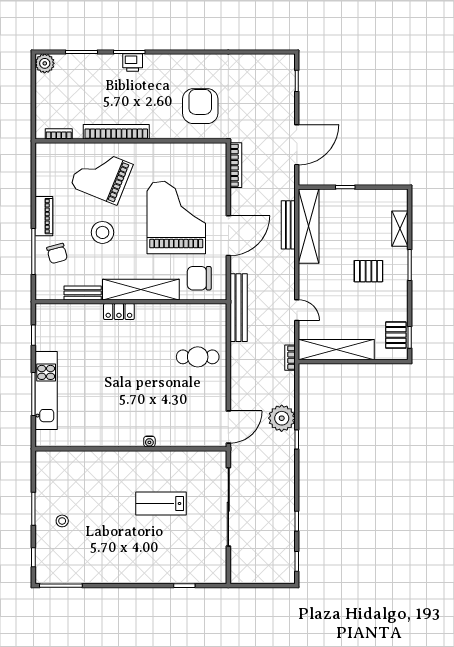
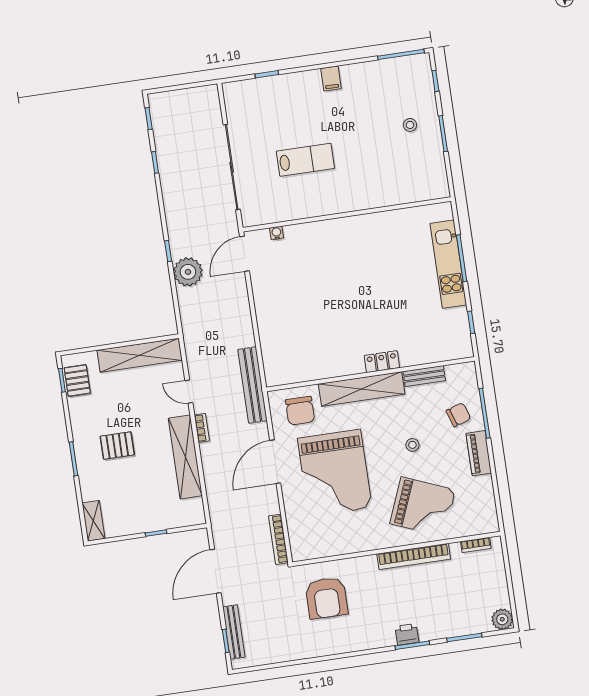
bench: (288, 225) -> (234, 632), moved
shelving: (309, 226) -> (185, 457), moved
shelving: (400, 229) -> (93, 521), moved
stool: (102, 232) -> (412, 445), width x0.53, depth x0.53
chair: (57, 254) -> (458, 415), turned 87
chair: (199, 278) -> (300, 411), turned 90
cafe table: (198, 357) -> (289, 325), removed
bookcase: (290, 358) -> (202, 428), moved
water cooler: (149, 441) -> (277, 233), moved
filing cabinet: (127, 573) -> (331, 78), added

